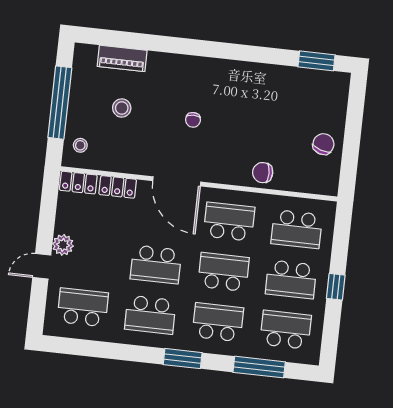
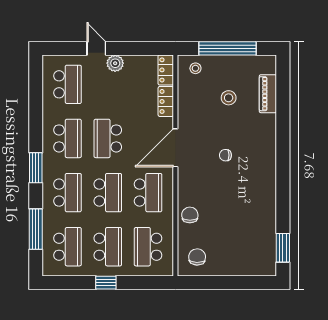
chair: (323, 144) -> (197, 257), moved, turned -106
school desk: (291, 279) -> (108, 247), turned 180
school desk: (150, 315) -> (68, 138), turned 180

